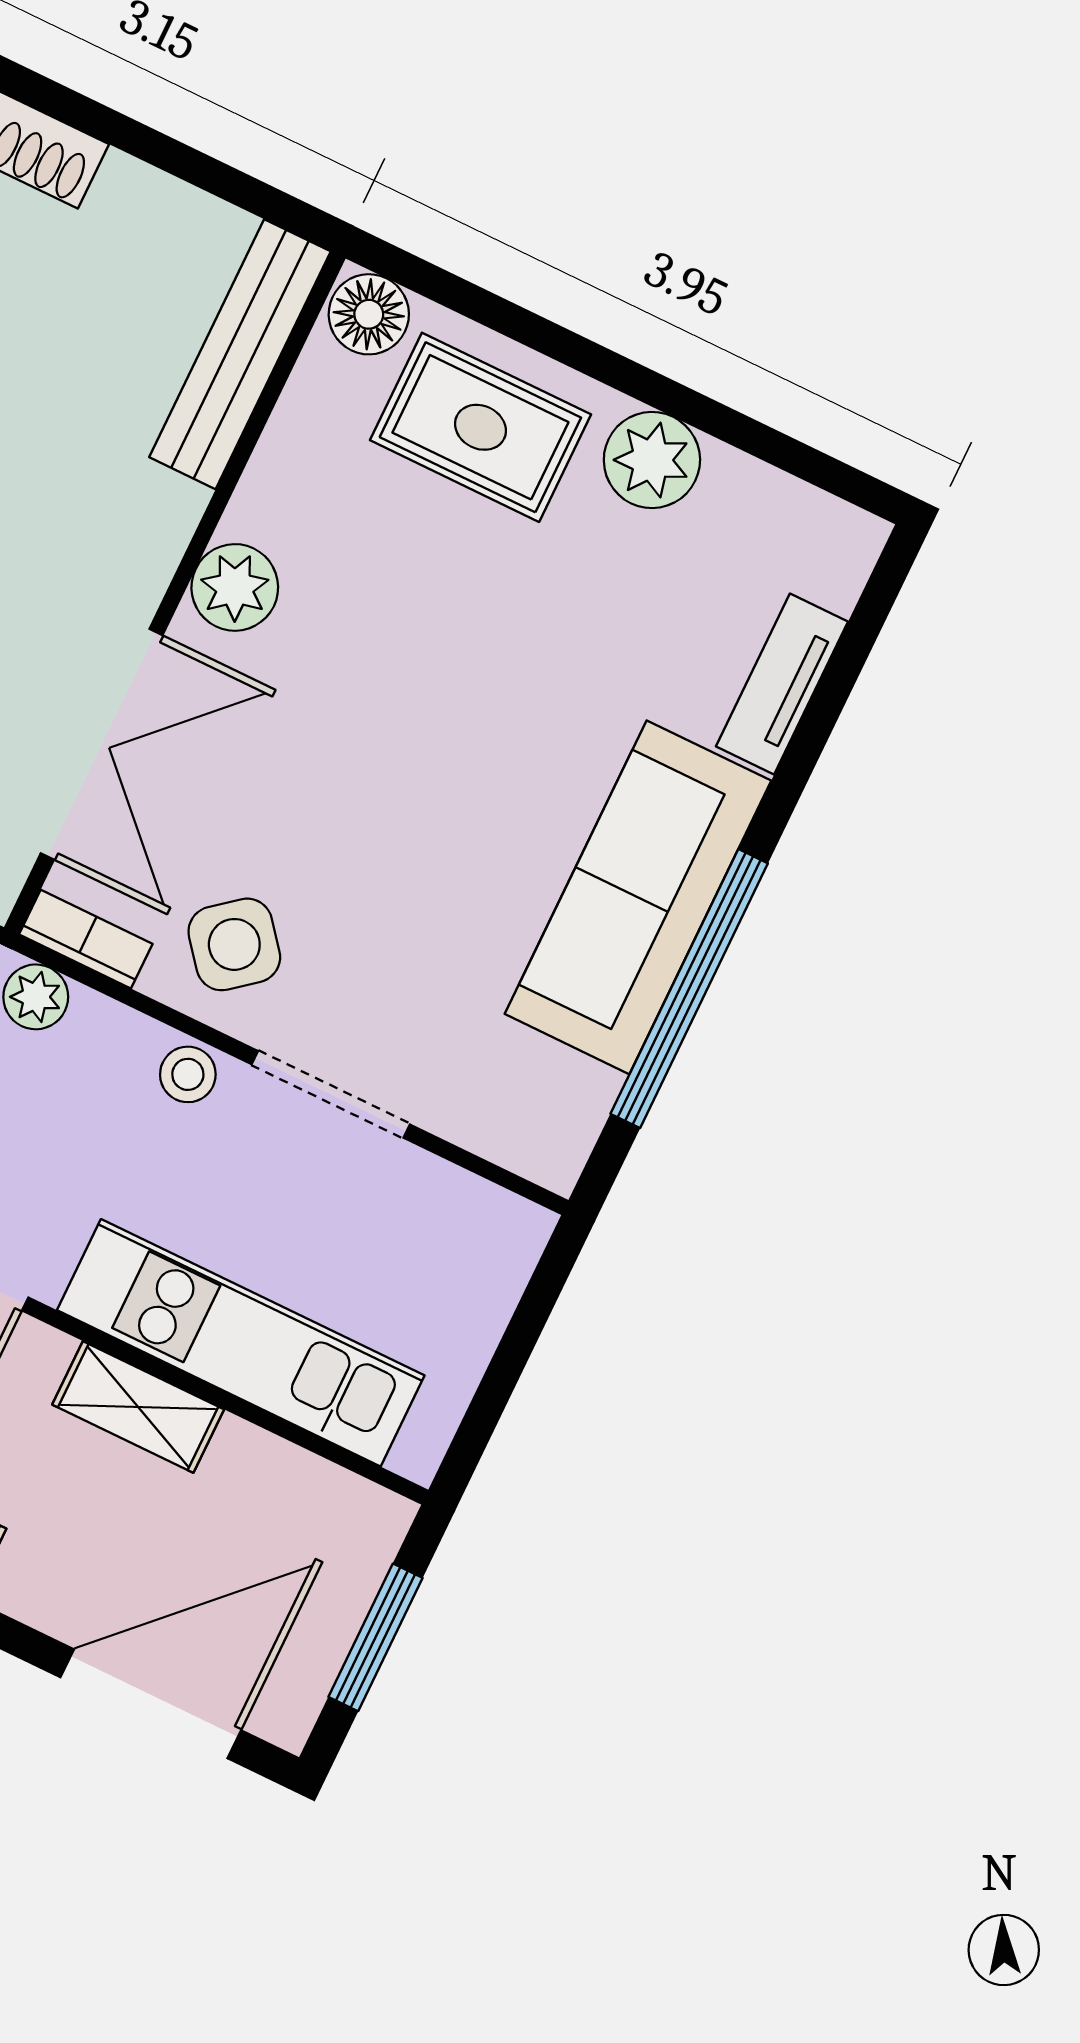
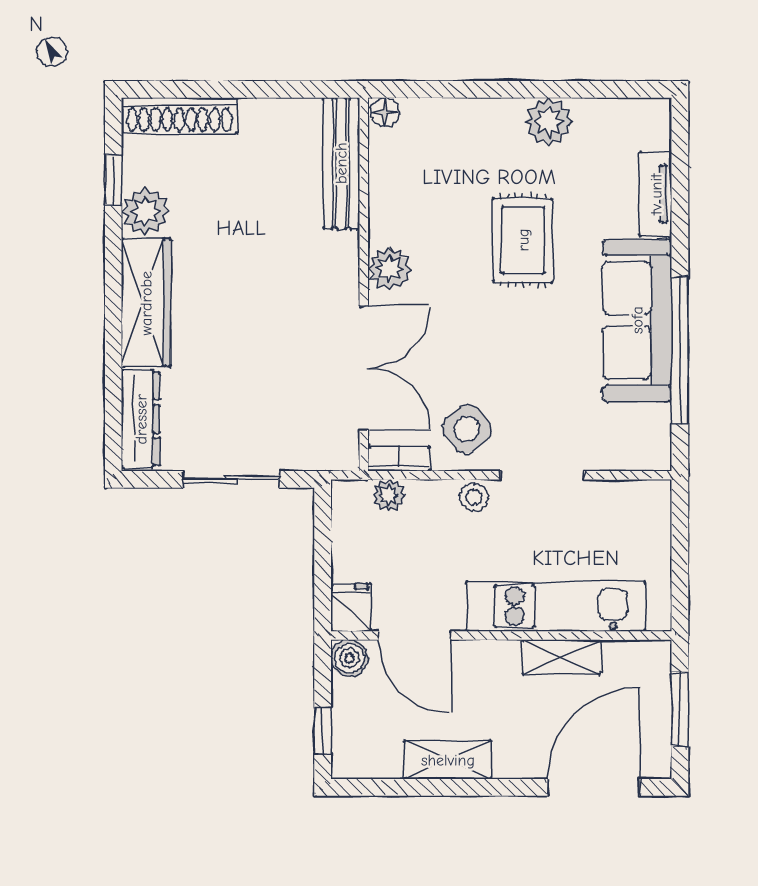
floor lamp: (369, 314) -> (385, 112), width x0.73, depth x0.73
rug: (480, 427) -> (523, 240), moved, turned 90
shelving: (138, 1407) -> (561, 657), moved

